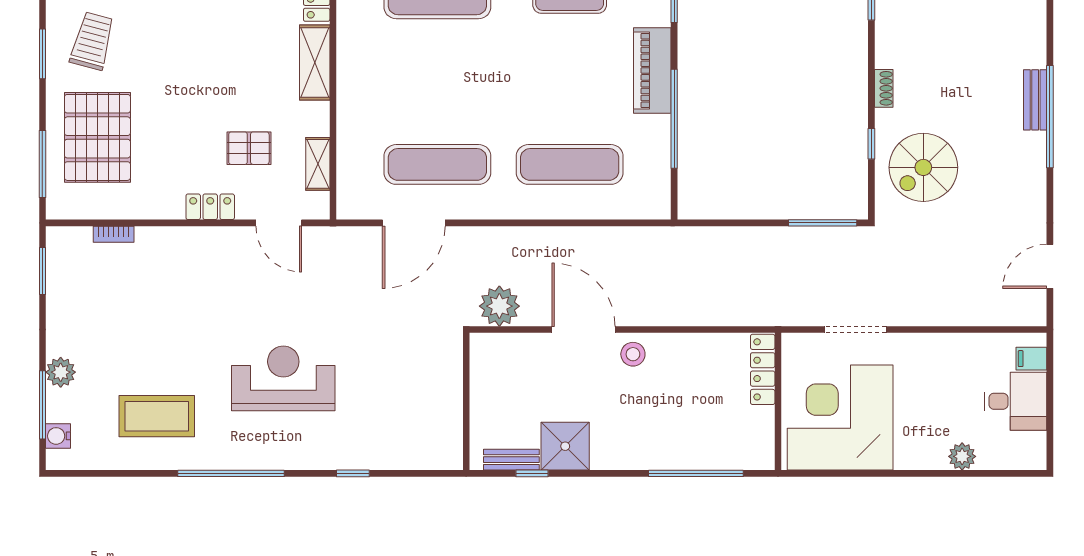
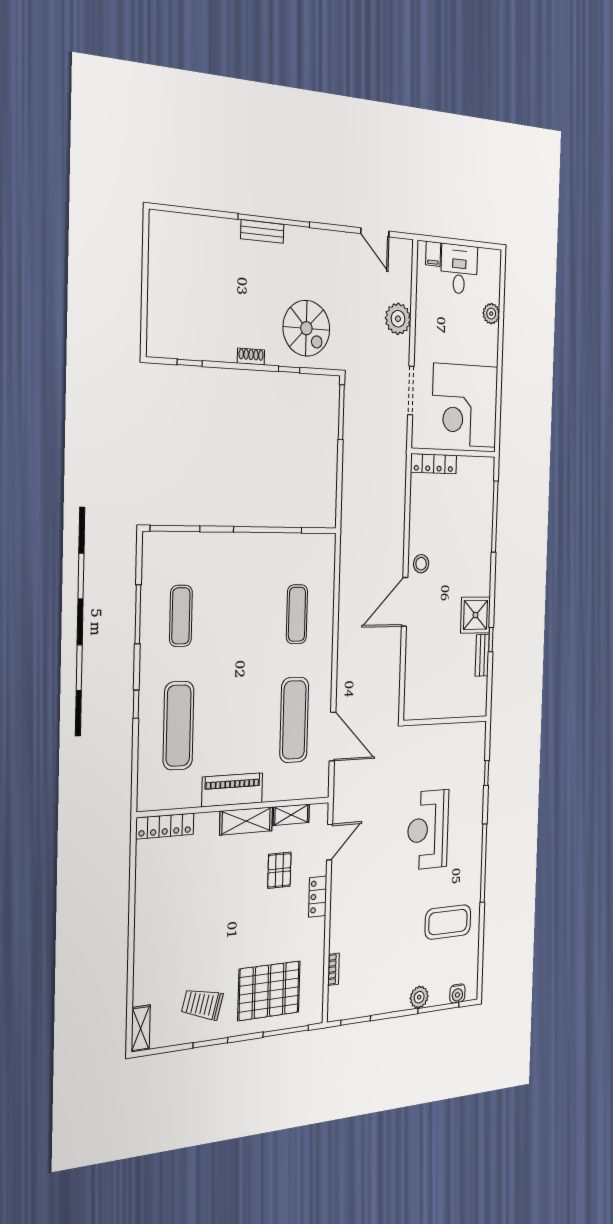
shelving: (315, 62) -> (246, 821), moved
piano: (652, 71) -> (232, 790), moved, turned 180
exercise mat: (570, 164) -> (297, 614), width x0.73, depth x0.69
plant: (499, 306) -> (398, 319), moved
wall: (466, 401) -> (445, 721), moved
coffee table: (157, 416) -> (448, 922), turned 90

